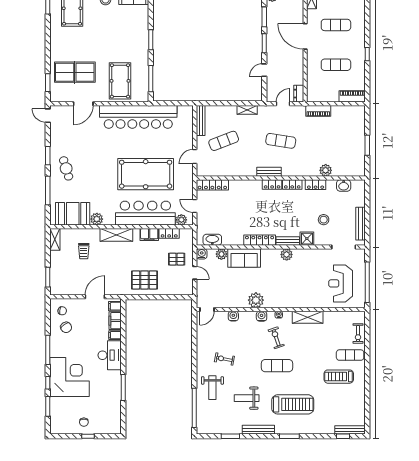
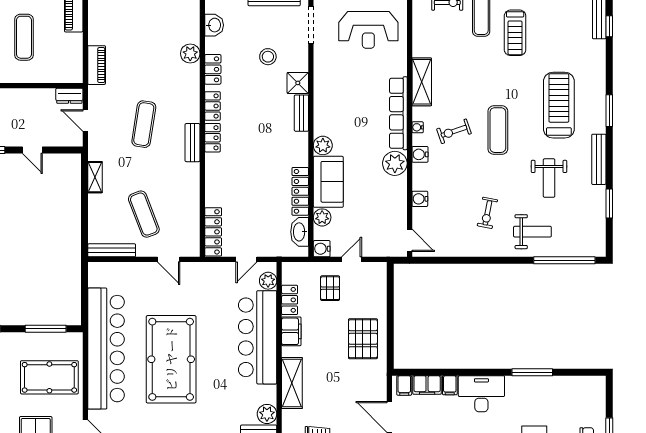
pool table: (146, 174) -> (171, 359), moved
locker: (260, 240) -> (300, 191), moved
plant: (287, 254) -> (323, 145), moved
row of seats: (288, 302) -> (398, 113), added

